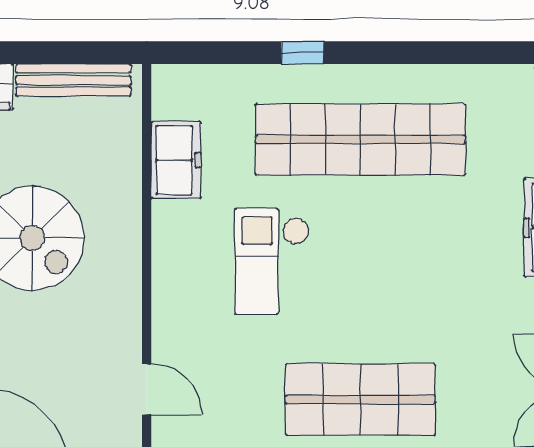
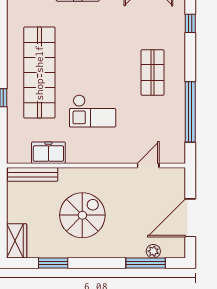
bench: (73, 80) -> (33, 174), moved, turned 90
shop shelf: (360, 400) -> (153, 73), width x0.70, depth x0.74

